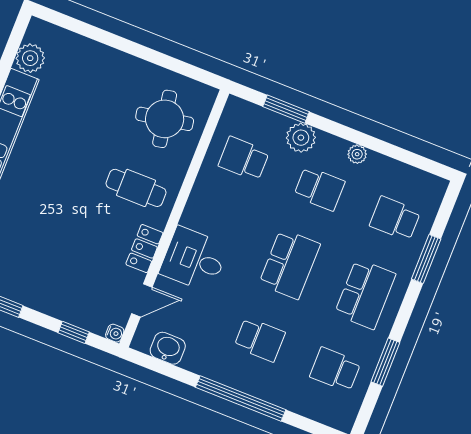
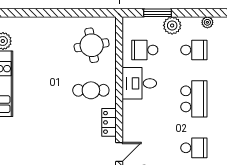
desk: (194, 259) -> (139, 83), moved

